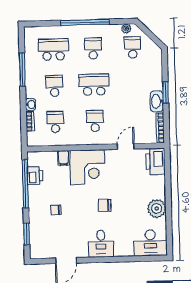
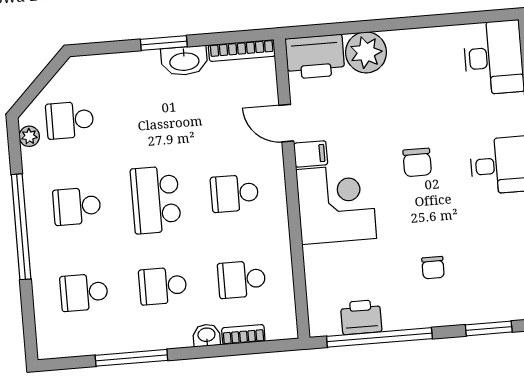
school desk: (53, 49) -> (84, 292), width x0.54
filing cabinet: (63, 158) -> (311, 154), moved
plant: (157, 209) -> (366, 52), moved

